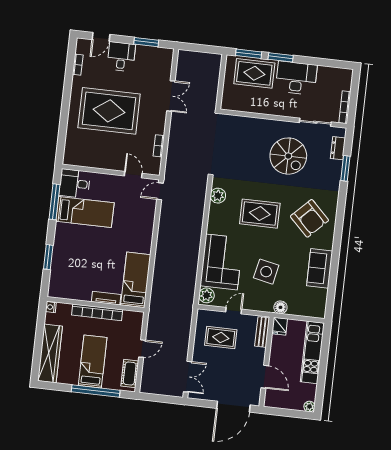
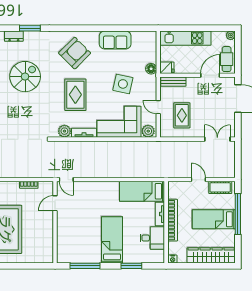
desk: (75, 184) -> (152, 238), moved, turned -90
bed: (85, 212) -> (112, 240), moved
tv unit: (213, 219) -> (84, 133), added
cafe table: (282, 399) -> (227, 59), added

